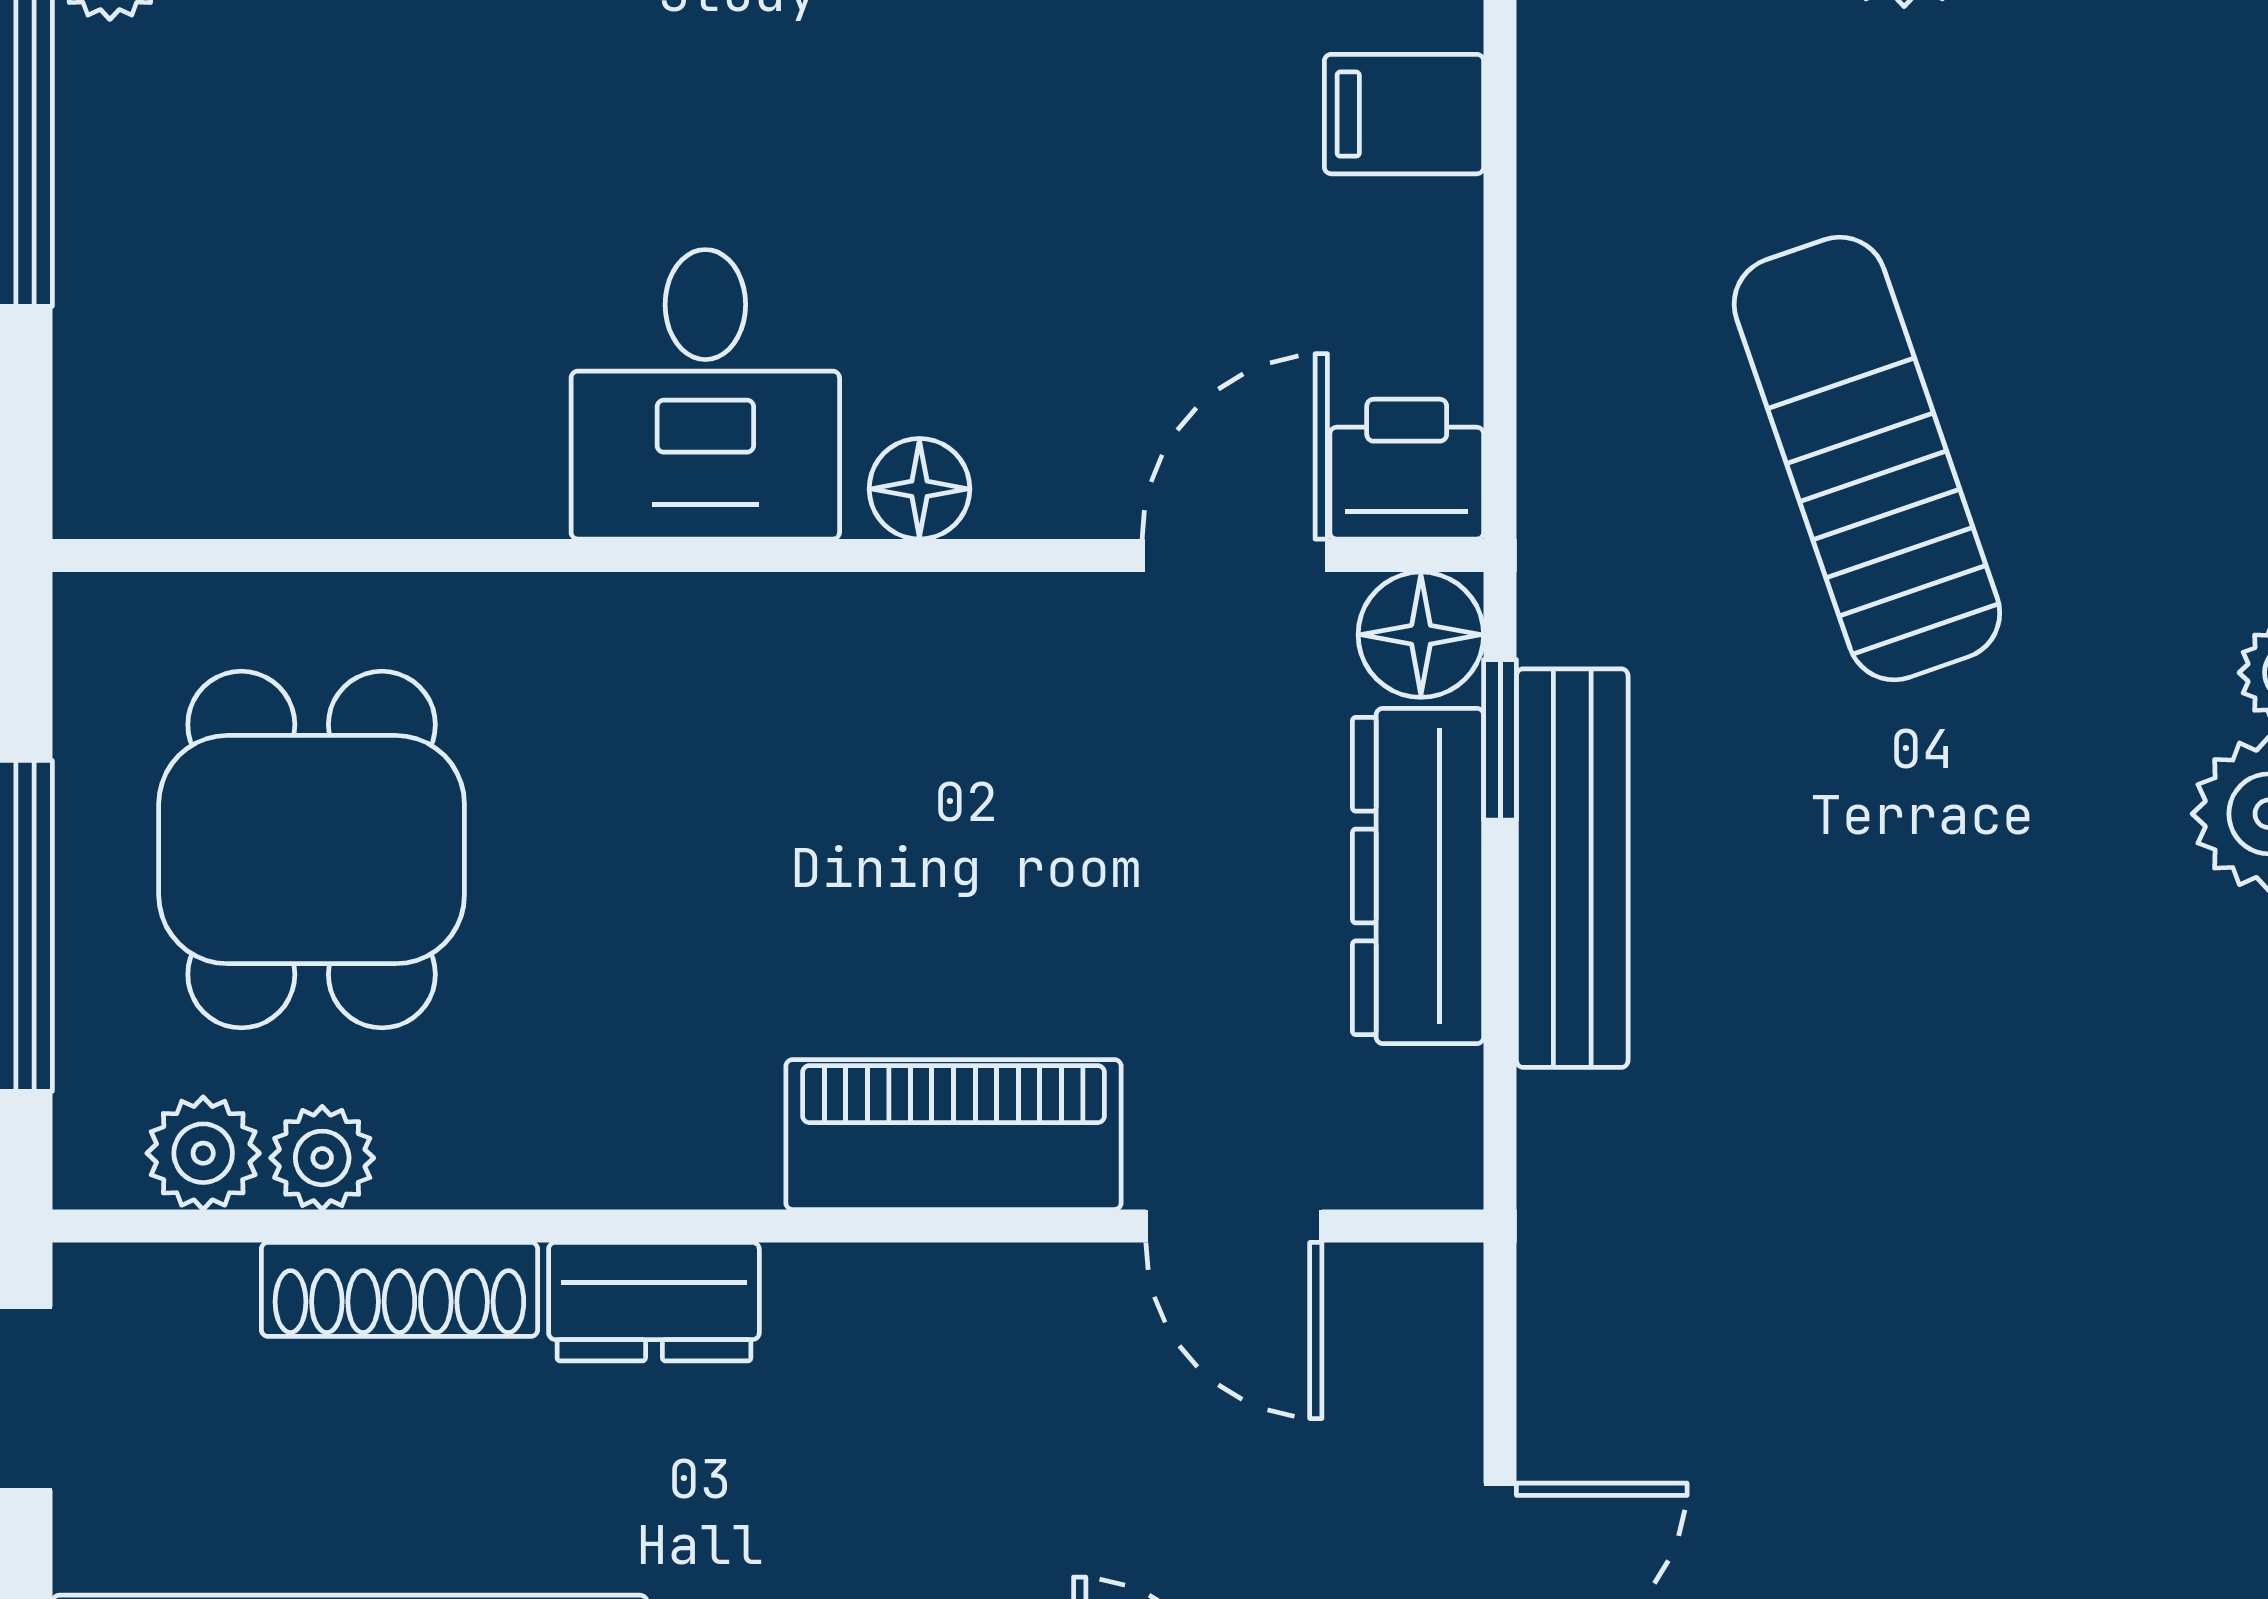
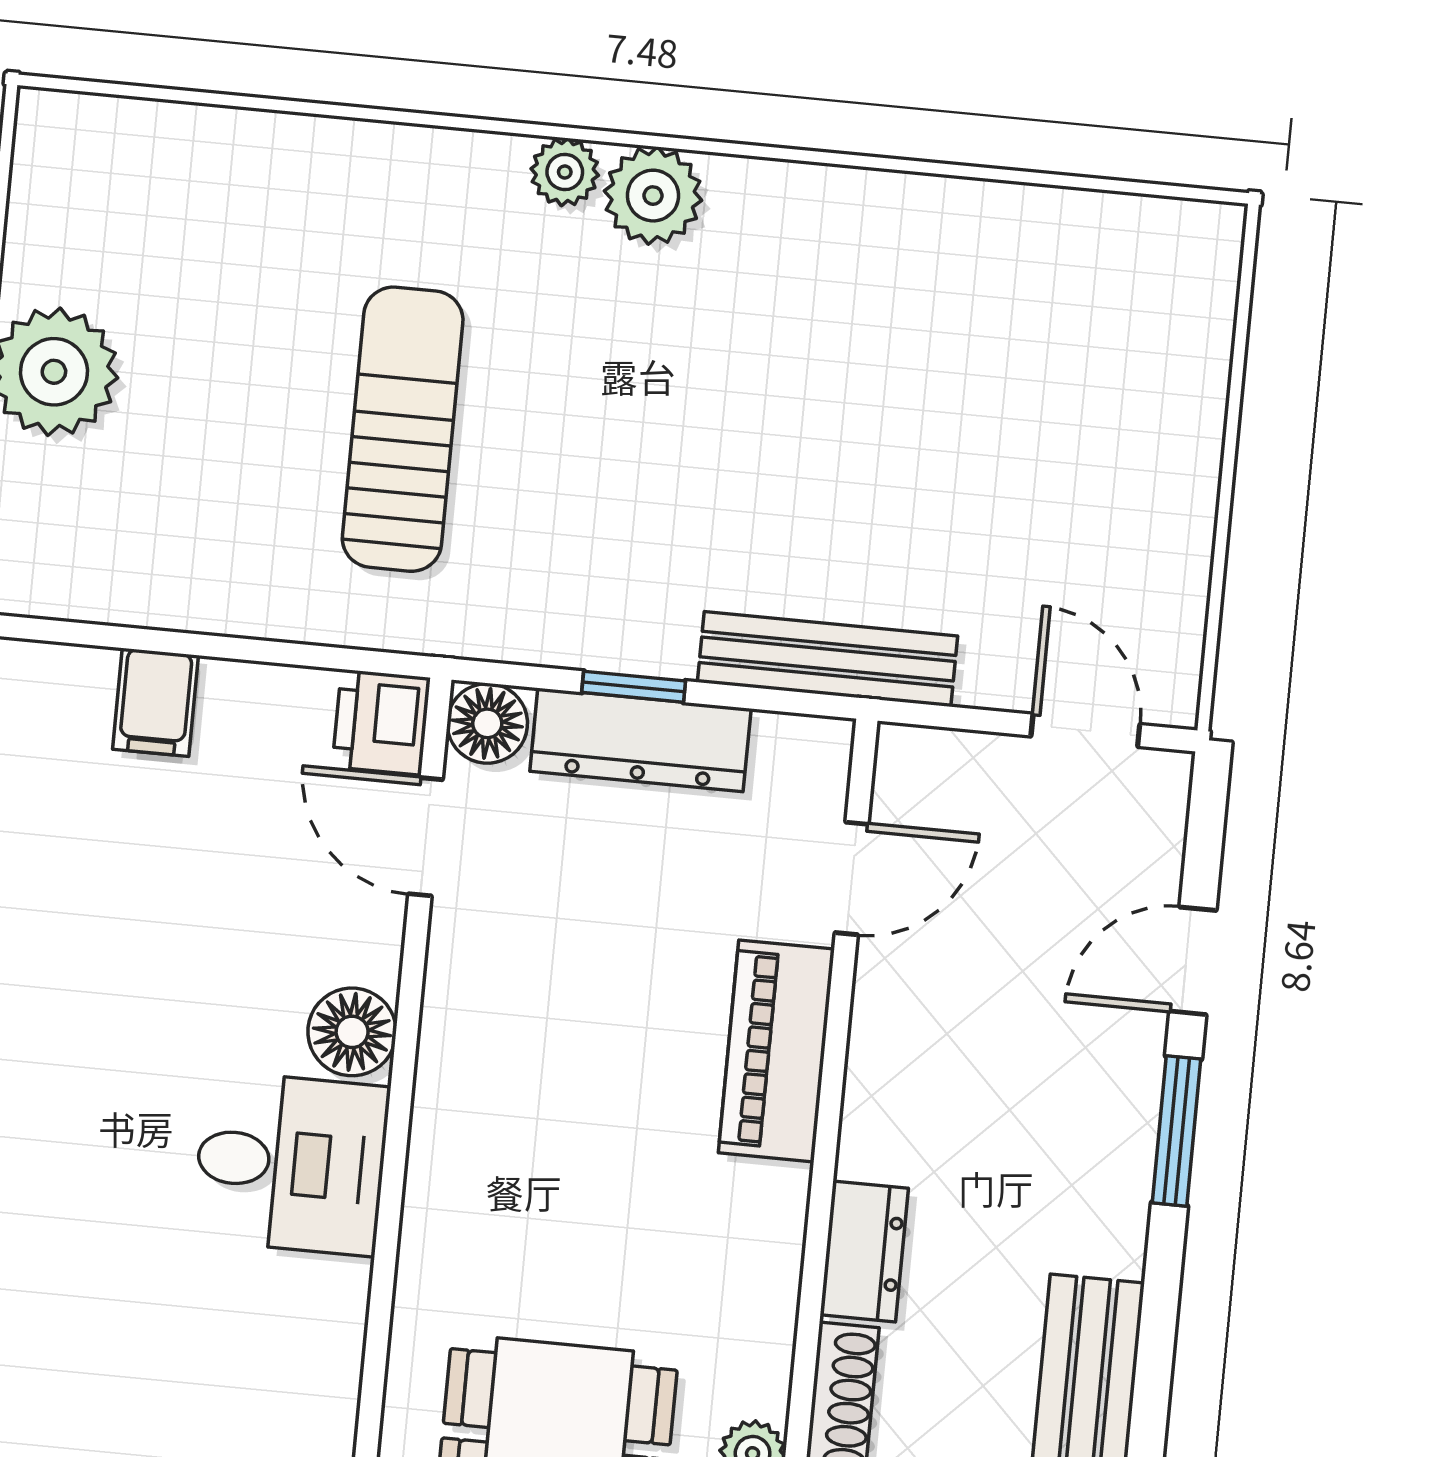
sun lounger: (1867, 458) -> (403, 429), turned 109
floor lamp: (919, 489) -> (352, 1032), width x1.37, depth x1.37
window: (1500, 740) -> (634, 687), moved
bench: (1572, 868) -> (828, 659), moved

